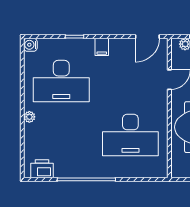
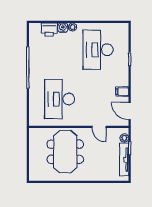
water cooler: (30, 45) -> (63, 28), moved
filing cabinet: (102, 47) -> (122, 92), moved
printer: (42, 169) -> (49, 30), moved, turned 90

